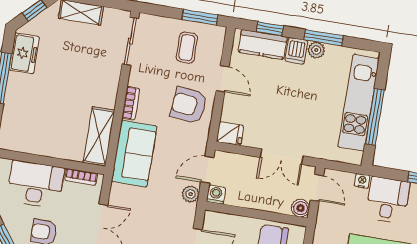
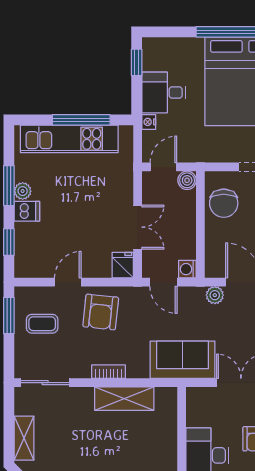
kitchen counter: (263, 44) -> (26, 247), removed
shelving: (99, 136) -> (124, 399), moved
sofa: (134, 154) -> (183, 360), moved
double door: (282, 157) -> (138, 227), moved
bookcase: (81, 177) -> (192, 410), removed
plant: (191, 194) -> (215, 295), moved

